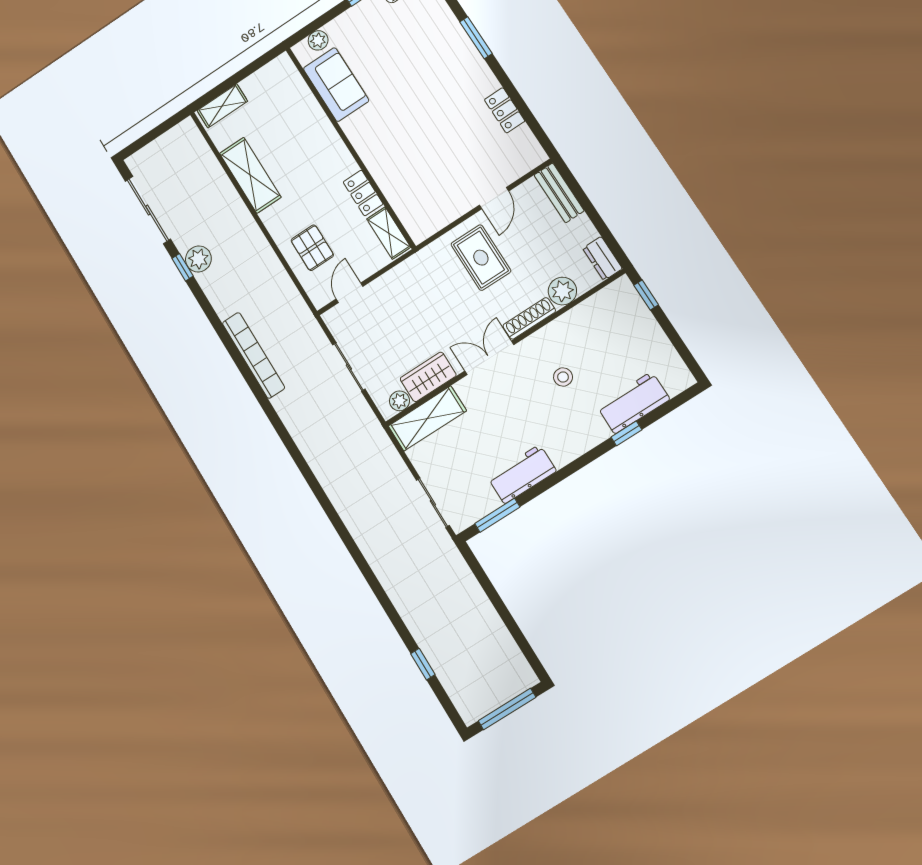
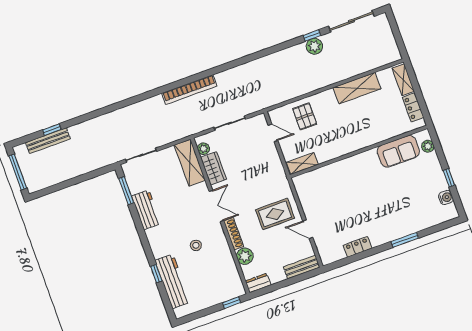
locker: (363, 193) -> (413, 107), moved, turned -90
pallet: (312, 248) -> (305, 116), turned 90
bookcase: (254, 355) -> (189, 90), moved
workbench: (633, 403) -> (173, 281), width x1.38
bench: (443, 667) -> (48, 141), added

